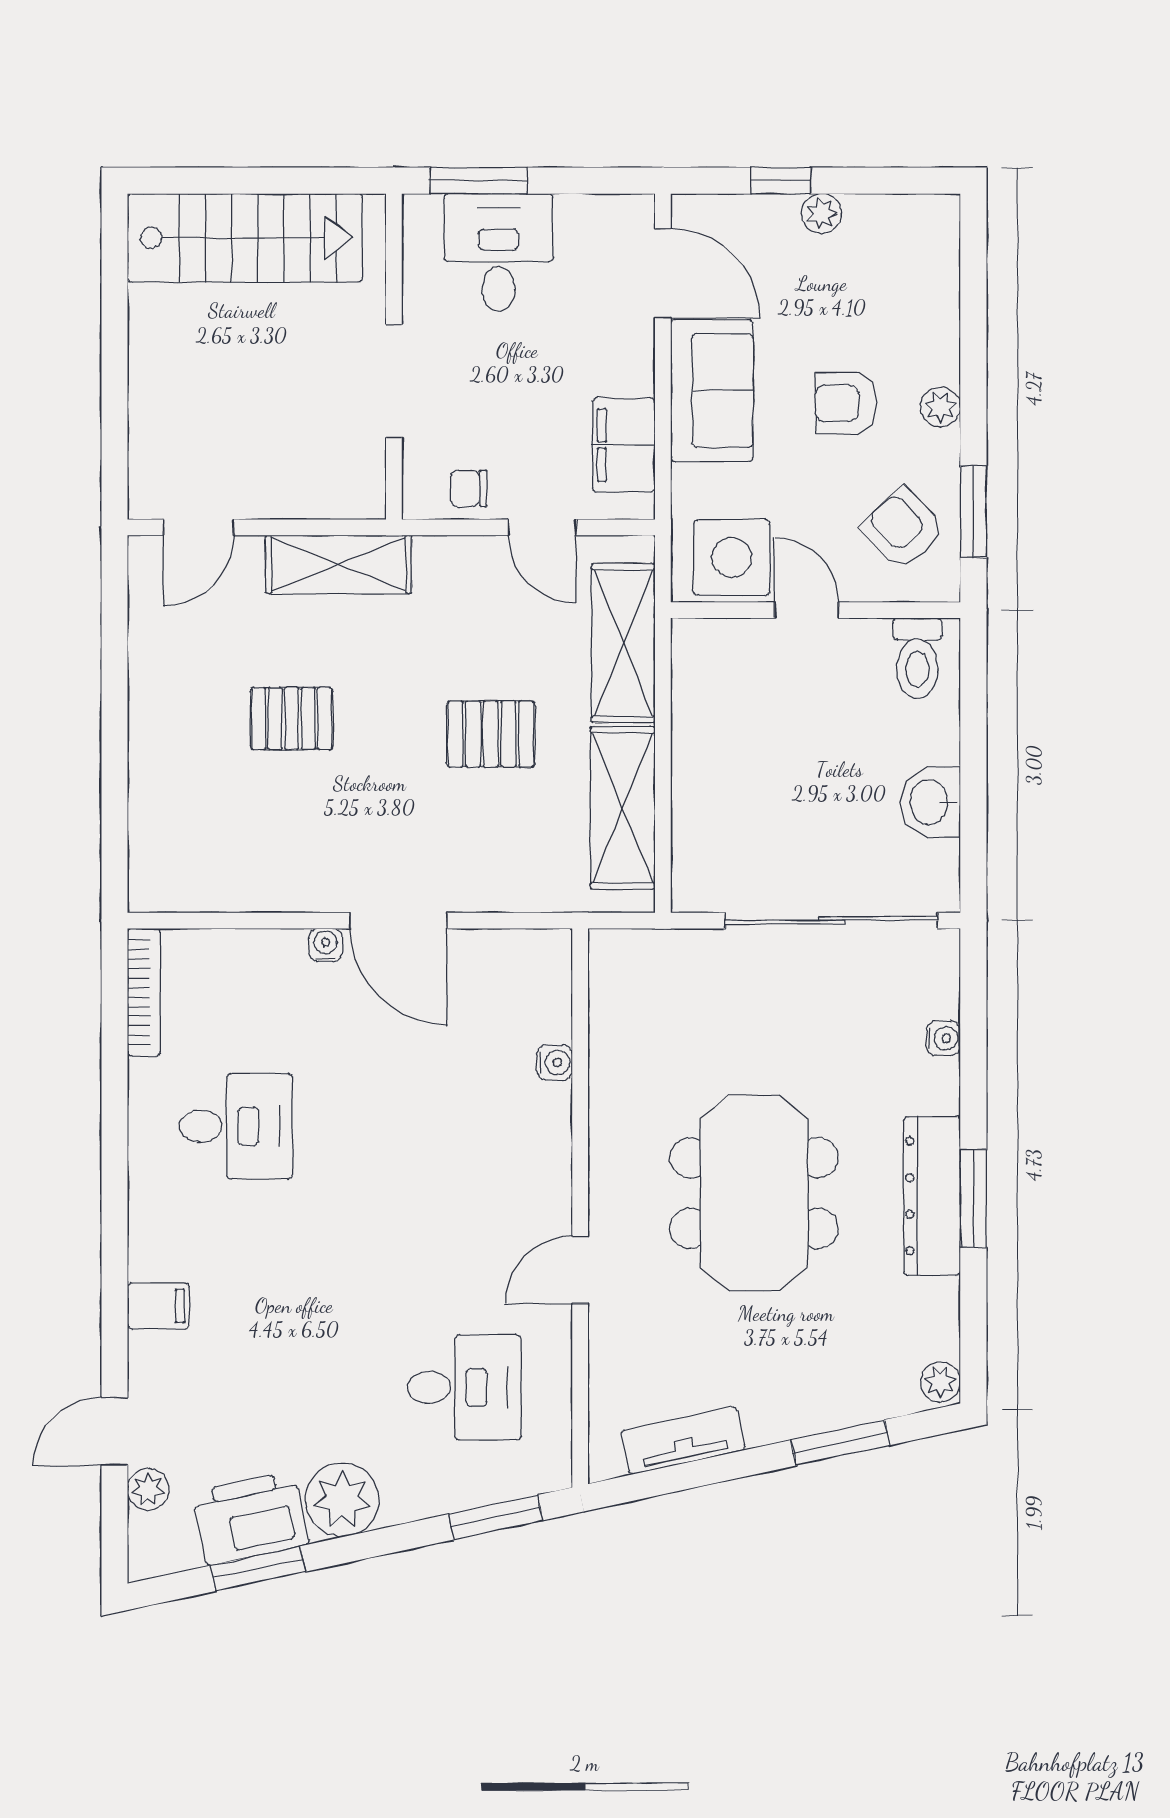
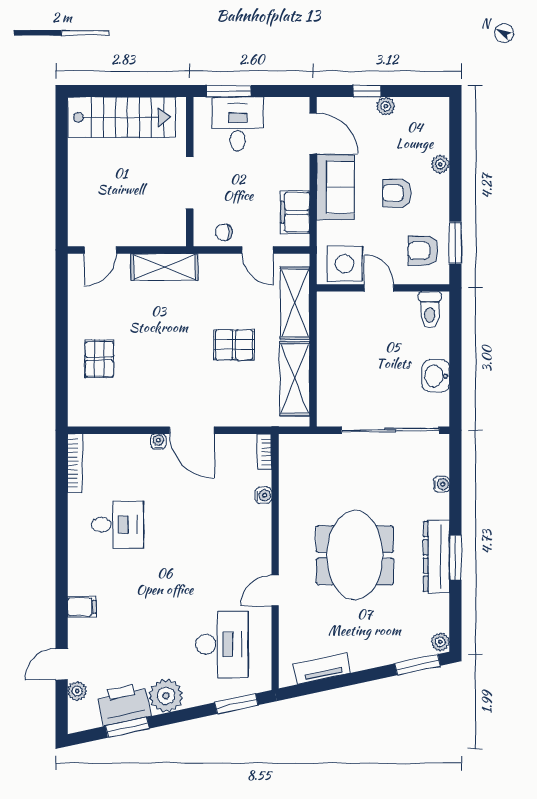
plant: (940, 407) -> (440, 164), moved
armchair: (903, 529) -> (423, 251), turned -46
pallet: (292, 719) -> (99, 359), moved, turned 90
bookcase: (557, 968) -> (264, 452), added
desk: (464, 1387) -> (222, 644), width x1.37
window: (840, 1443) -> (418, 665), moved

